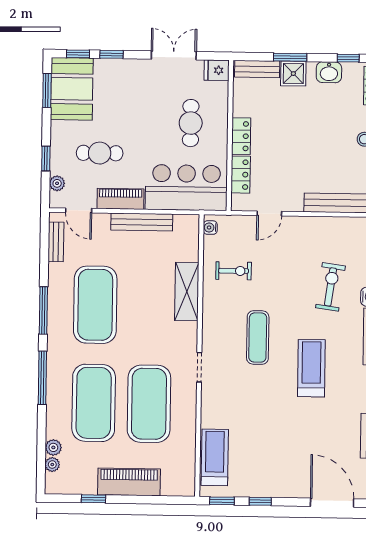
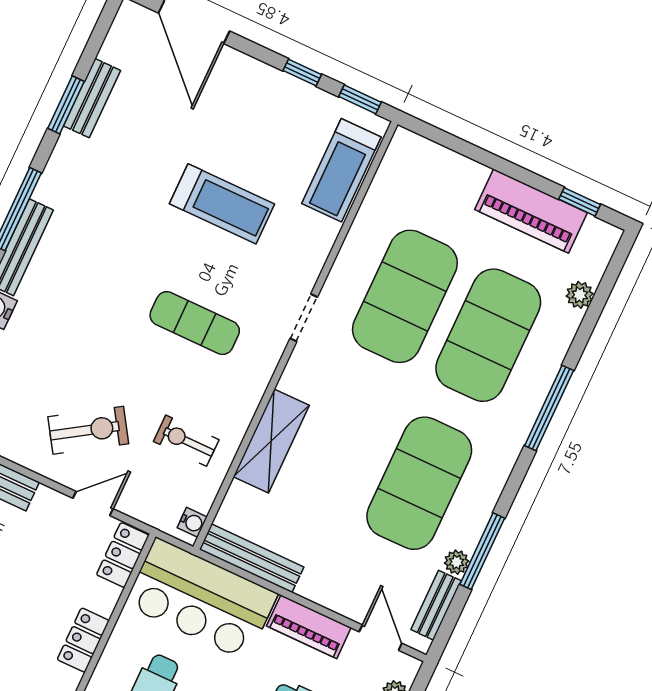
locker: (241, 175) -> (123, 555), moved
bench: (142, 222) -> (252, 558), moved
exercise bike: (330, 287) -> (88, 430), moved, turned -131
window: (43, 310) -> (482, 551), moved
exercise mat: (258, 338) -> (195, 323), turned 90
treadmill: (311, 368) -> (222, 204), moved, turned -90
plant: (52, 465) -> (457, 562), moved
piano: (129, 482) -> (531, 211), moved
window: (93, 499) -> (580, 202), moved

